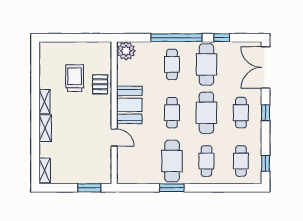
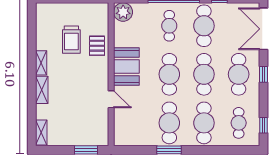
trolley: (75, 78) -> (71, 40), turned 180
cafe table: (172, 113) -> (169, 74), width x1.37, depth x1.35
cafe table: (241, 113) -> (239, 74), width x1.37, depth x1.35
cafe table: (206, 161) -> (204, 123), width x1.37, depth x1.35

